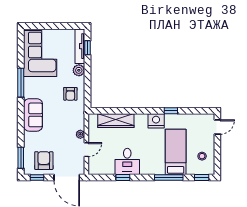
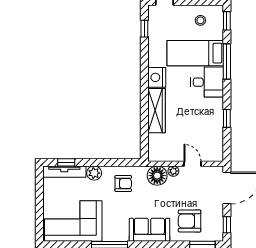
window: (171, 111) -> (144, 29), moved
floor lamp: (77, 121) -> (157, 176), added
wardrobe: (116, 121) -> (156, 111), moved
armchair: (44, 161) -> (190, 221), moved
desk: (127, 161) -> (207, 82), moved

